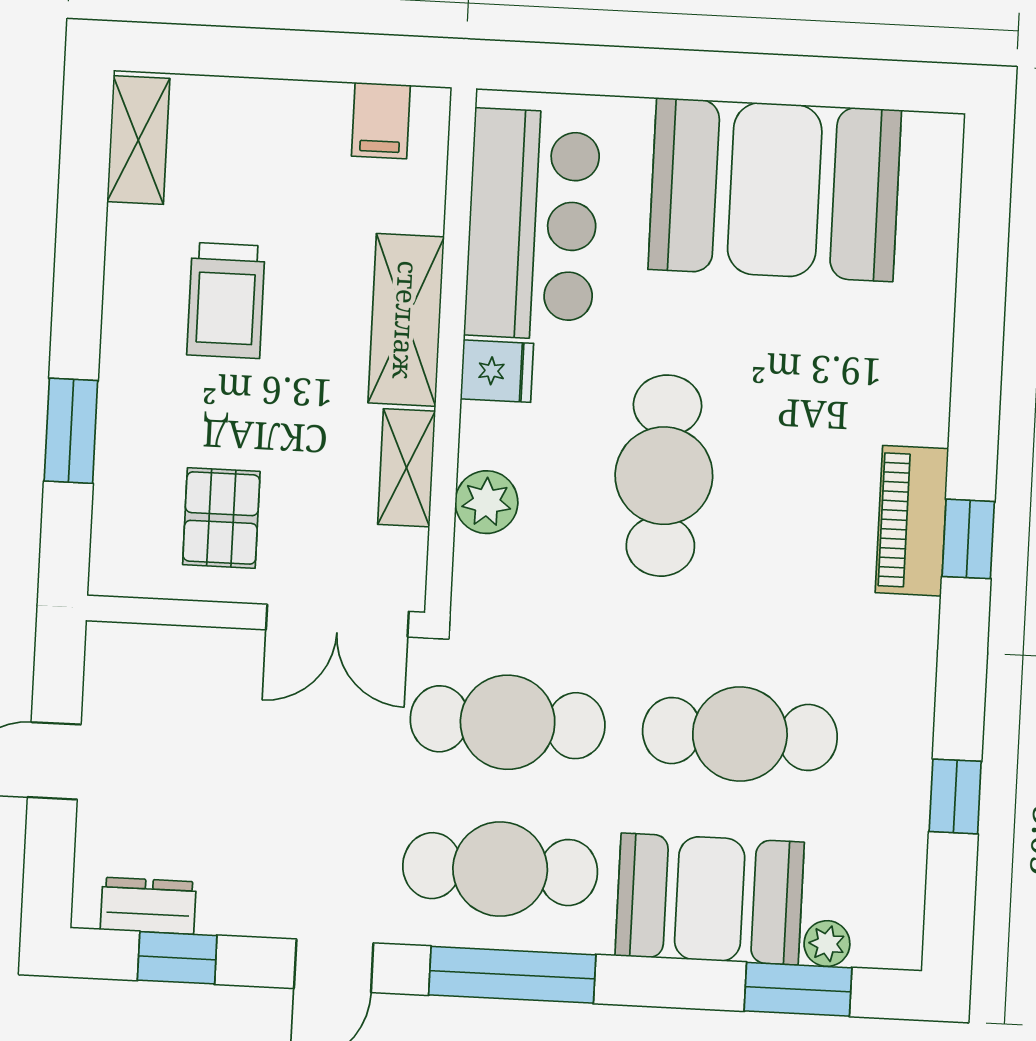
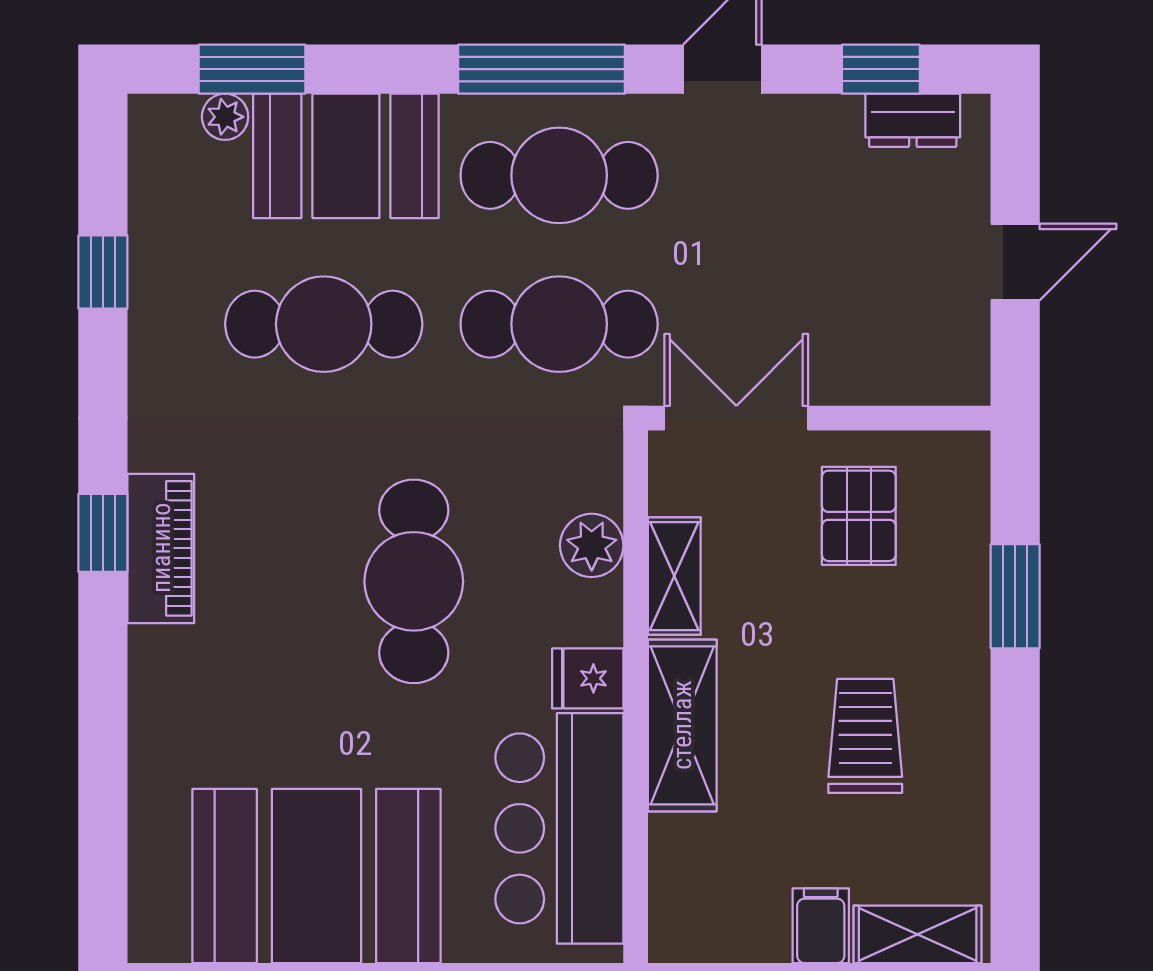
filing cabinet: (381, 121) -> (821, 926), moved
shelving: (138, 140) -> (918, 934), moved, turned 90

